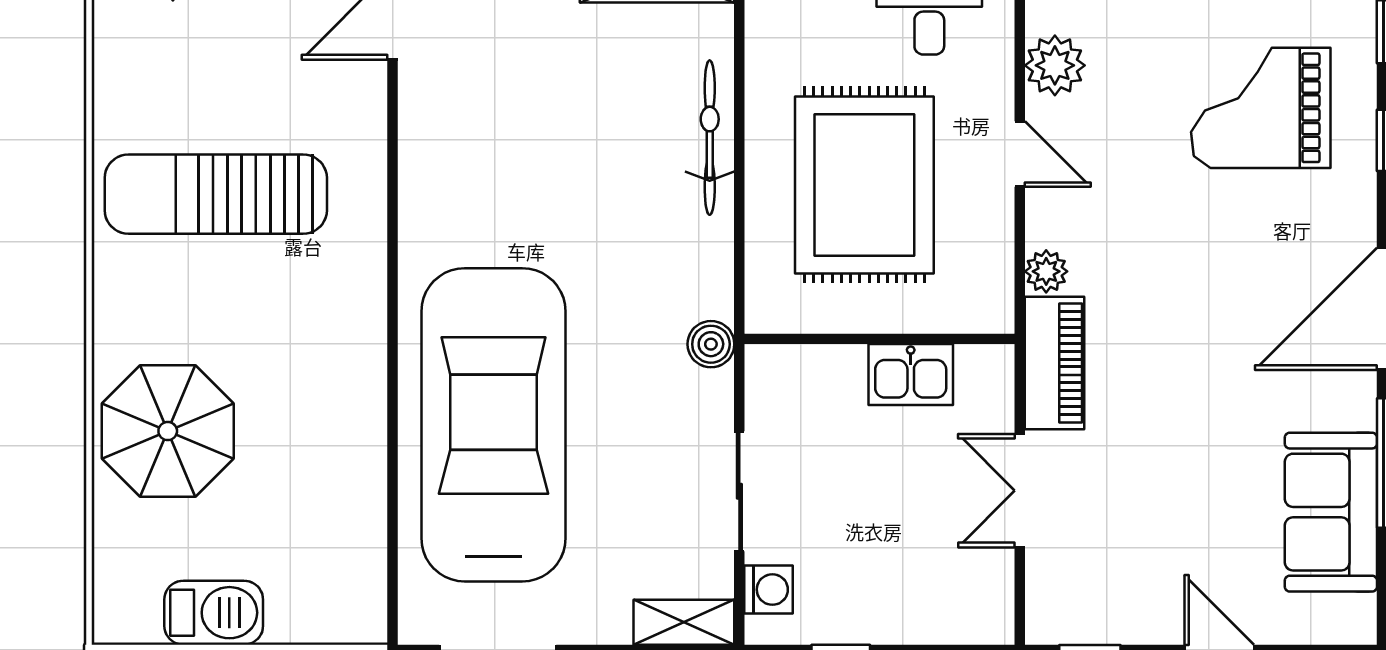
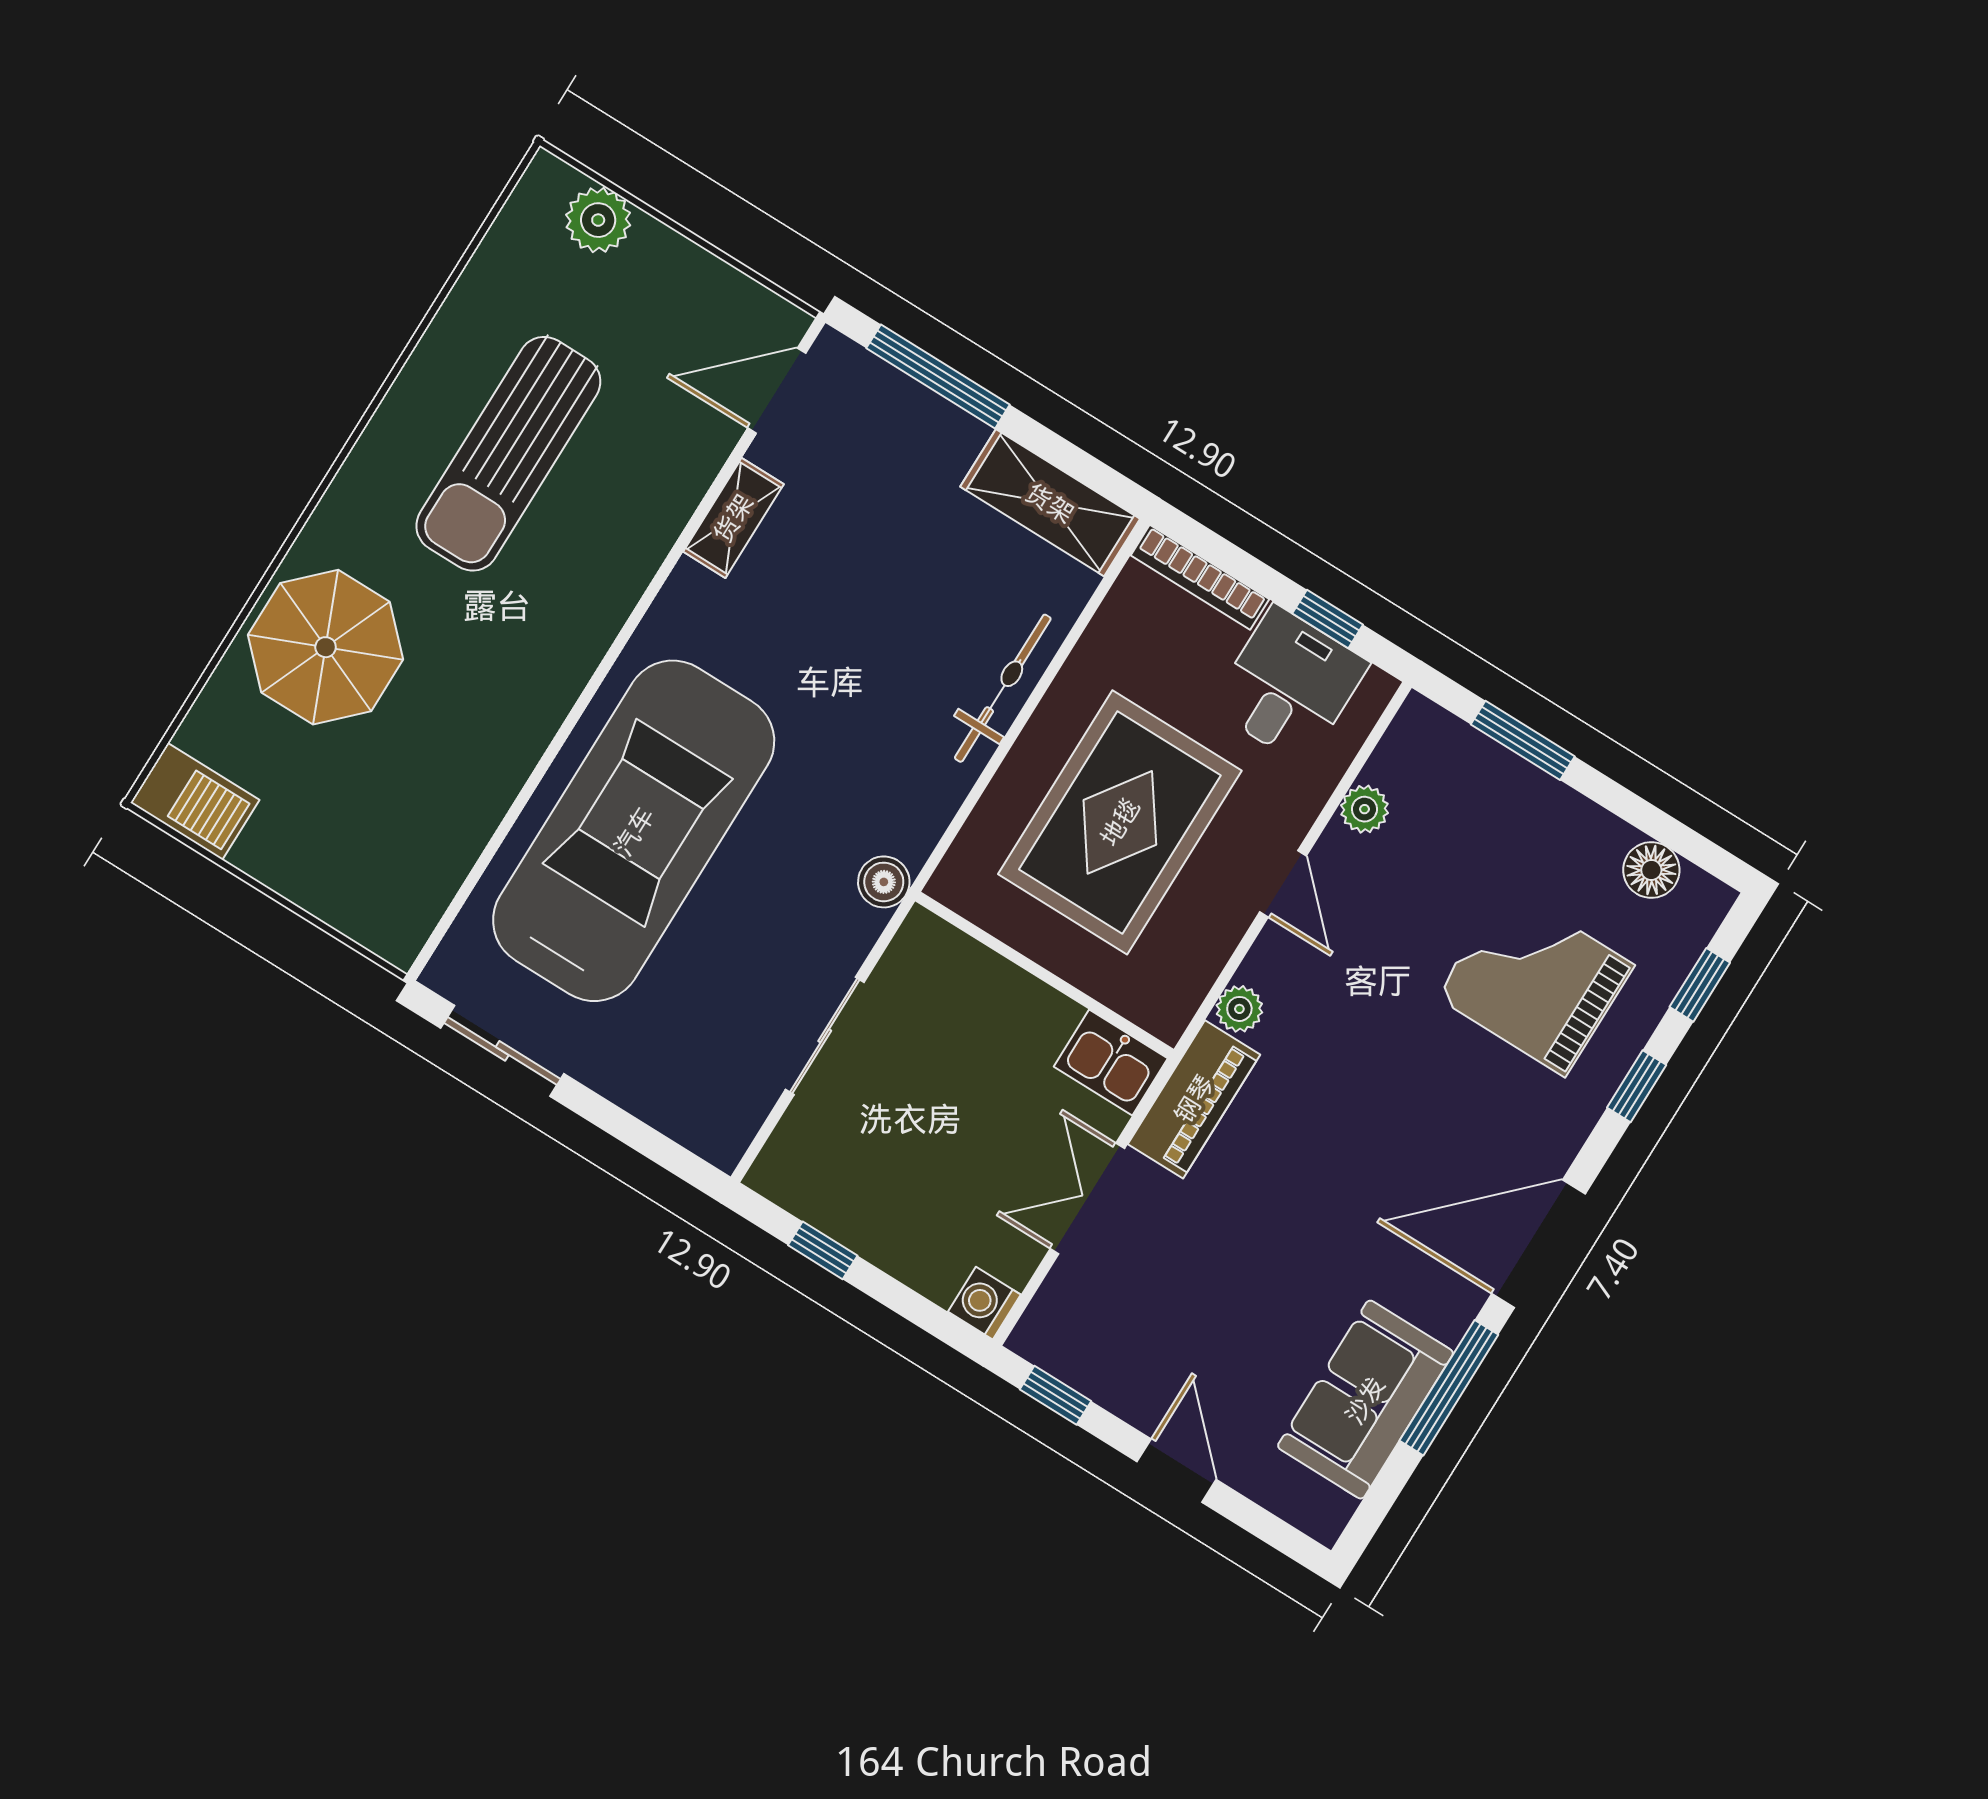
plant: (1055, 65) -> (1364, 809), width x0.73, depth x0.73
sun lounger: (216, 194) -> (508, 454), turned -90
kitchen sink: (911, 374) -> (1111, 1063), moved
washing machine: (768, 590) -> (984, 1303), moved, turned 180
barbecue: (214, 613) -> (195, 801), moved
shelving: (684, 622) -> (733, 518), moved, turned 90

